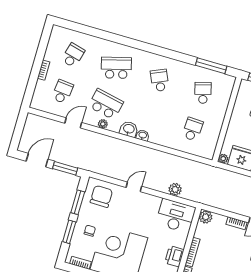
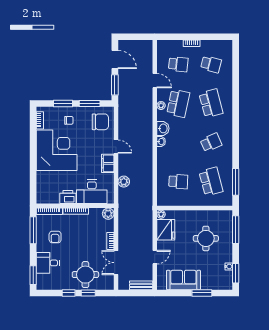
school desk: (203, 93) -> (211, 182), width x1.85
filing cabinet: (150, 201) -> (108, 163), added
desk: (176, 216) -> (92, 192), moved, turned 90

